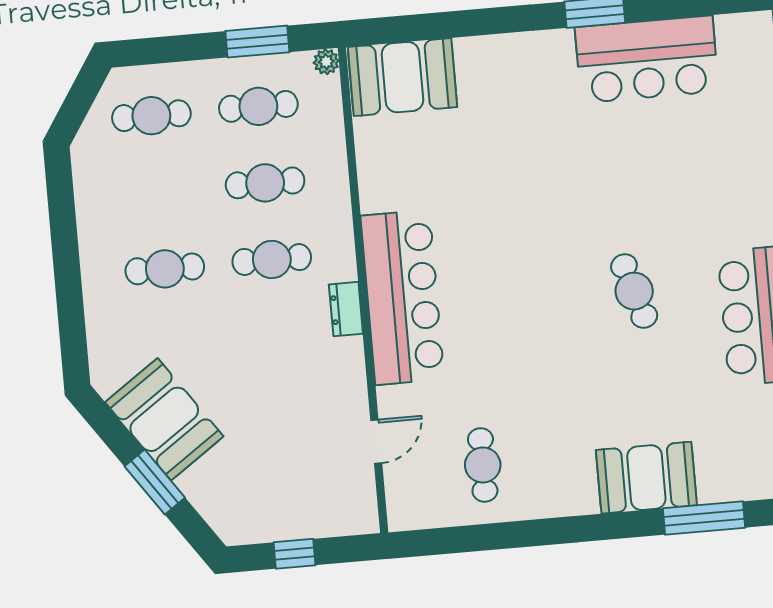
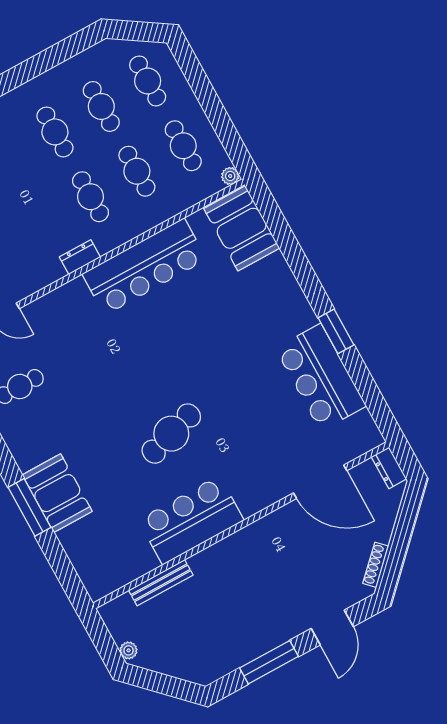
window: (257, 42) -> (224, 127), removed
cafe table: (158, 192) -> (101, 106), added
cafe table: (634, 291) -> (171, 434), width x1.37, depth x1.35
bar counter: (402, 297) -> (144, 267), moved
window: (704, 518) -> (30, 507), moved

